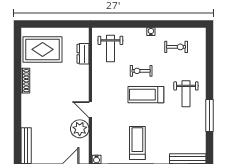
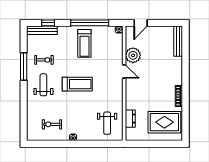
weight bench: (110, 48) -> (107, 123), turned 180
exercise bike: (141, 71) -> (44, 60), moved

